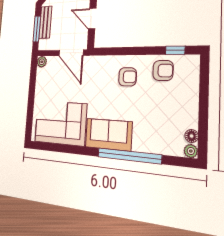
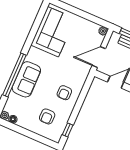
armchair: (163, 71) -> (47, 116), moved
sofa: (108, 134) -> (26, 79), moved

